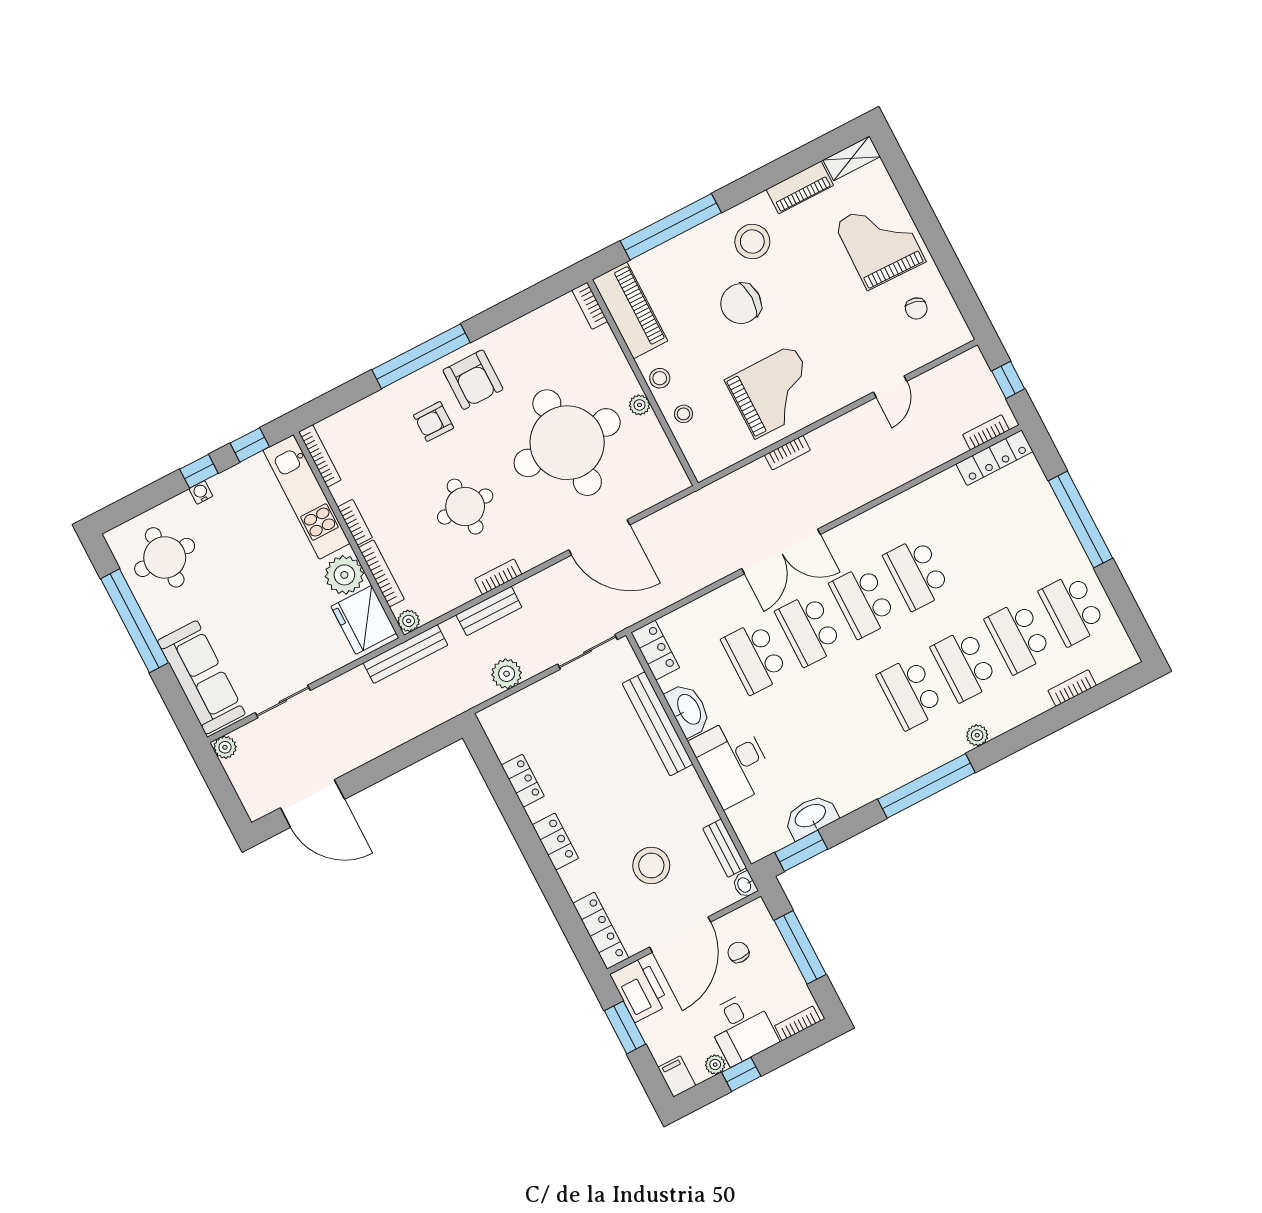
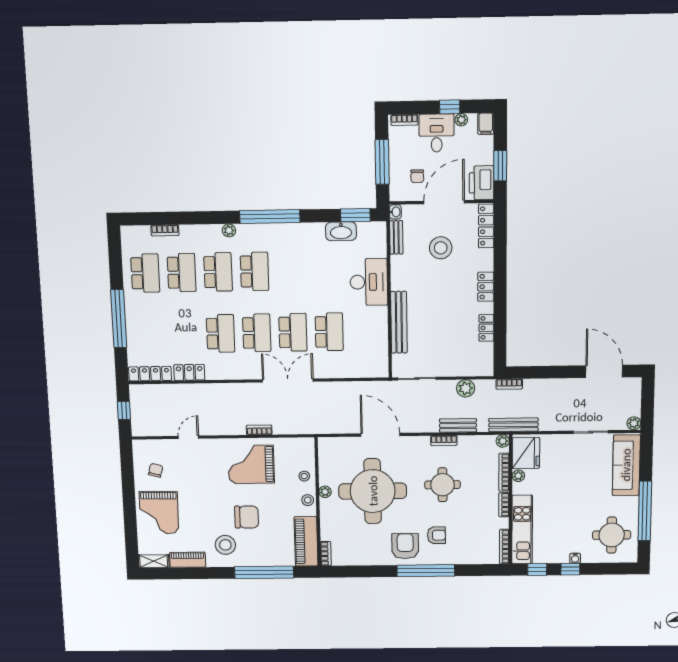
bookcase: (986, 432) -> (509, 384), moved
plant: (344, 575) -> (518, 476), width x0.53, depth x0.53
locker: (655, 650) -> (189, 372), moved, turned 90
washbasin: (688, 710) -> (379, 322), removed

